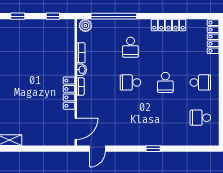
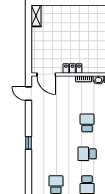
locker: (69, 93) -> (72, 69), width x0.66

